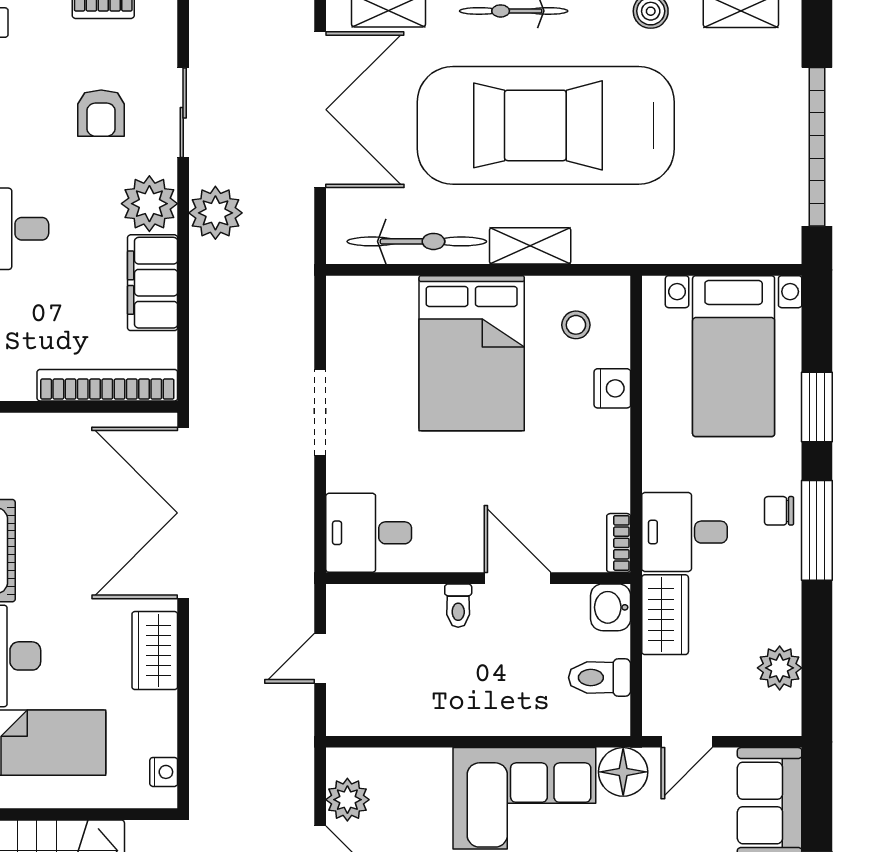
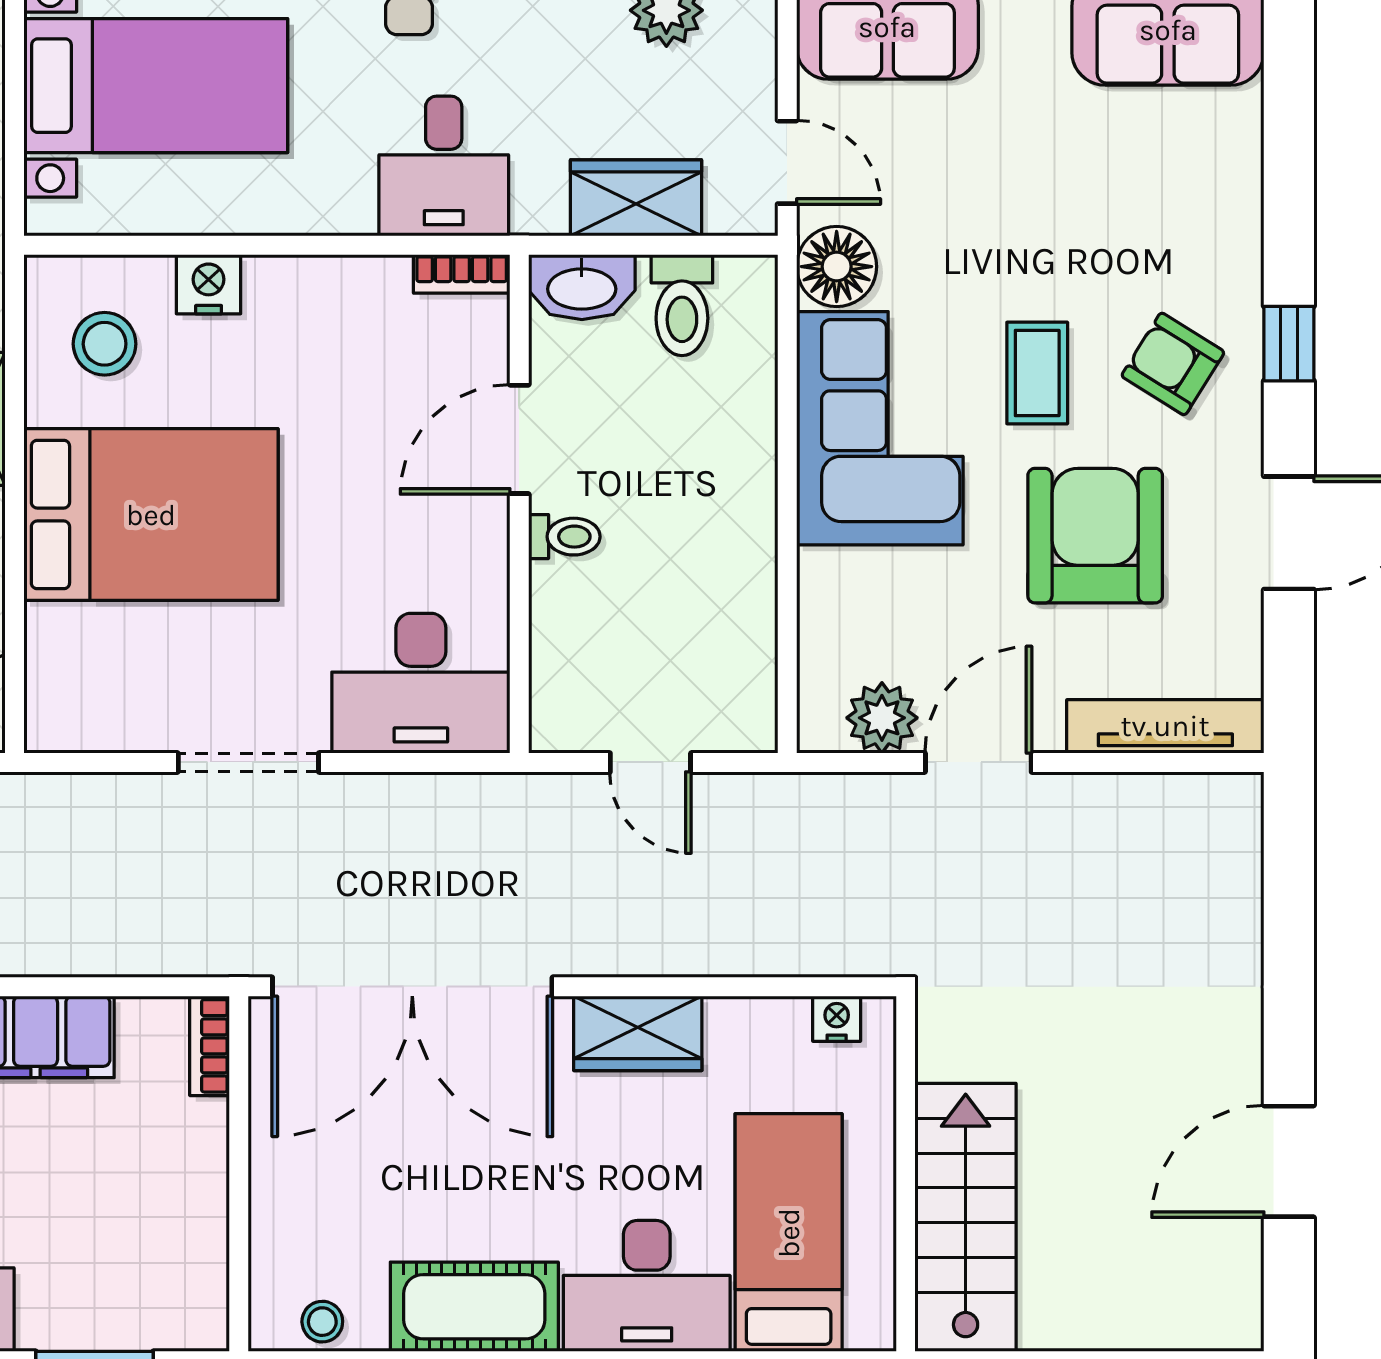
stool: (576, 325) -> (105, 344), width x1.37, depth x1.37
bookcase: (107, 385) -> (210, 1046), width x0.43, depth x0.76
desk: (369, 533) -> (421, 683), width x1.37
washbasin: (611, 607) -> (582, 287), width x1.38
wardrobe: (665, 615) -> (636, 198), moved

